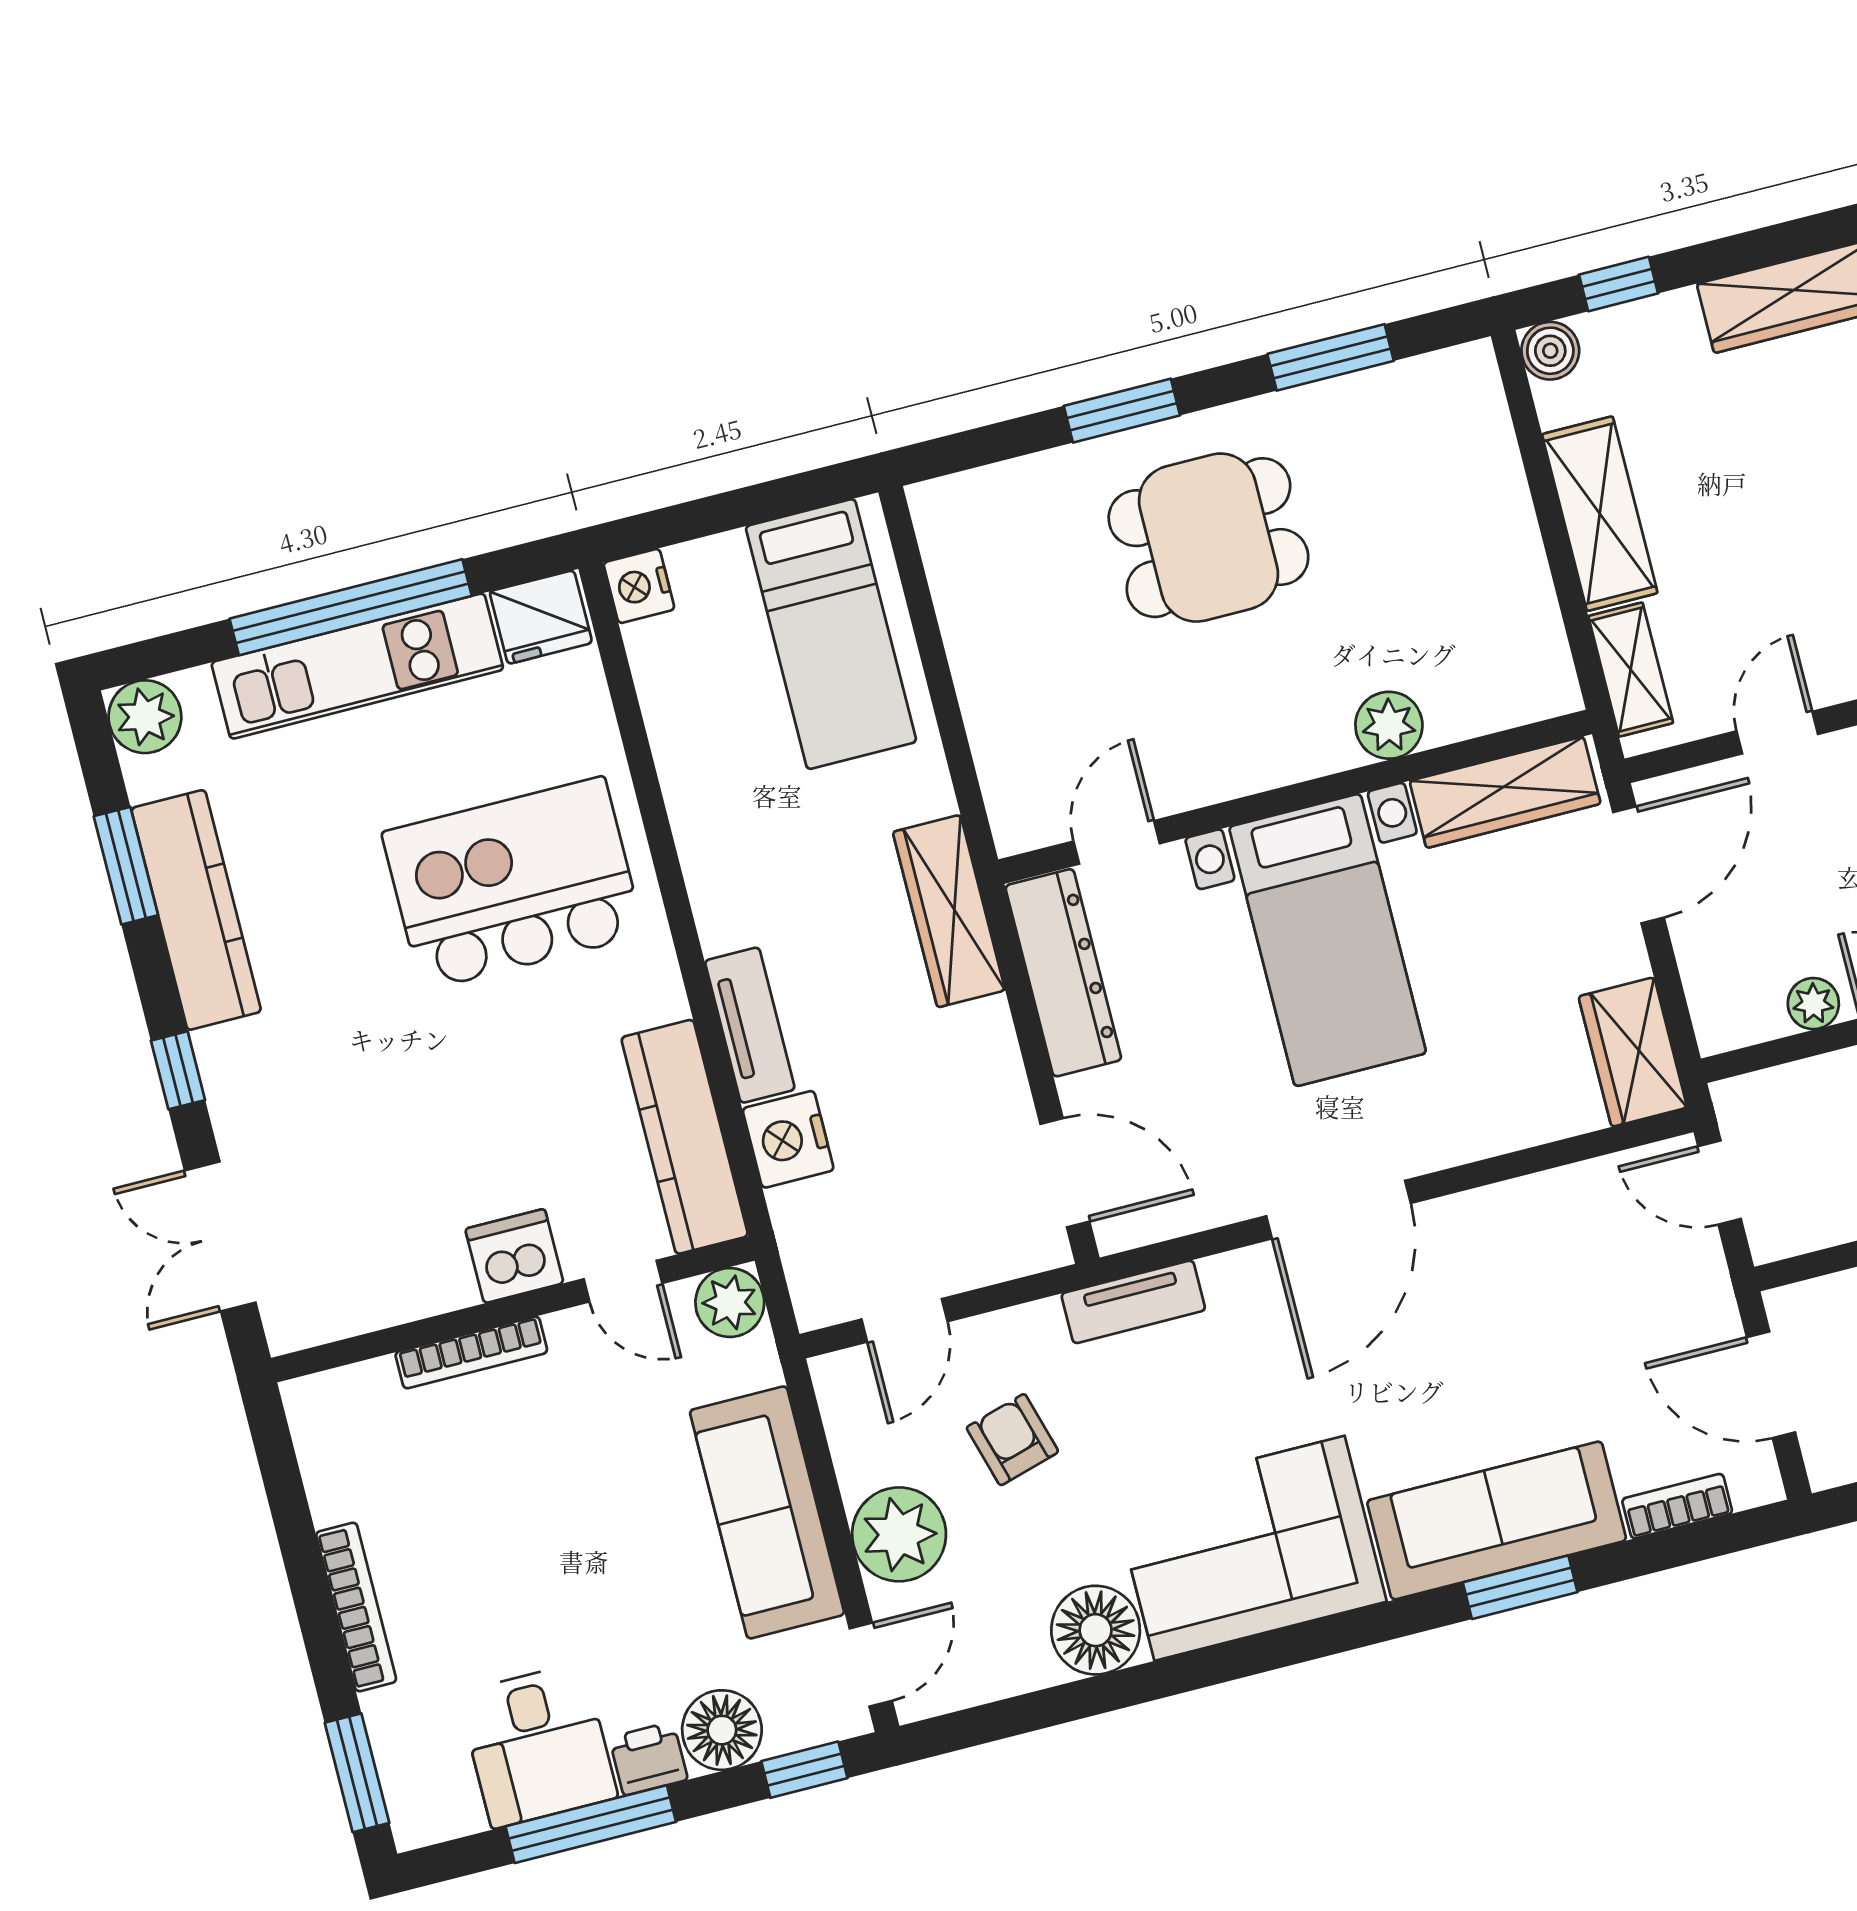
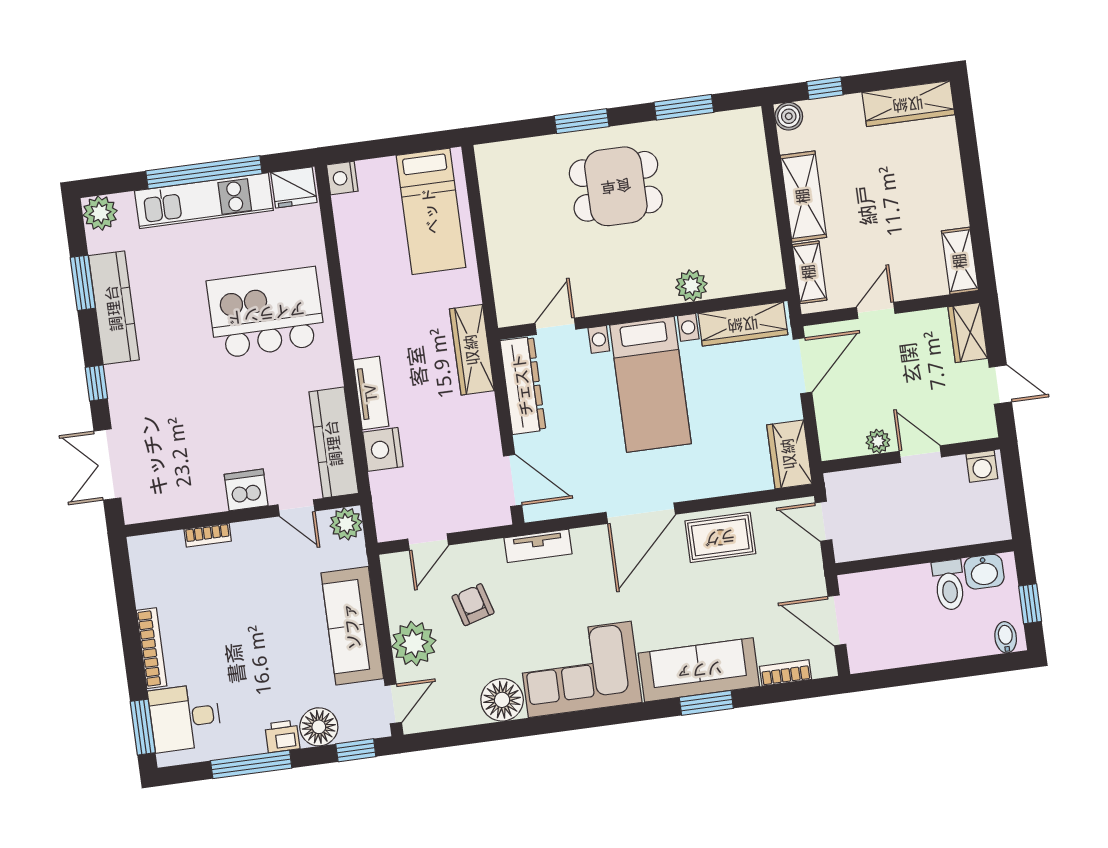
rug: (1509, 1241) -> (720, 537), added
bookcase: (471, 1353) -> (208, 535), width x0.64
desk: (538, 1745) -> (185, 718), moved, turned 90

